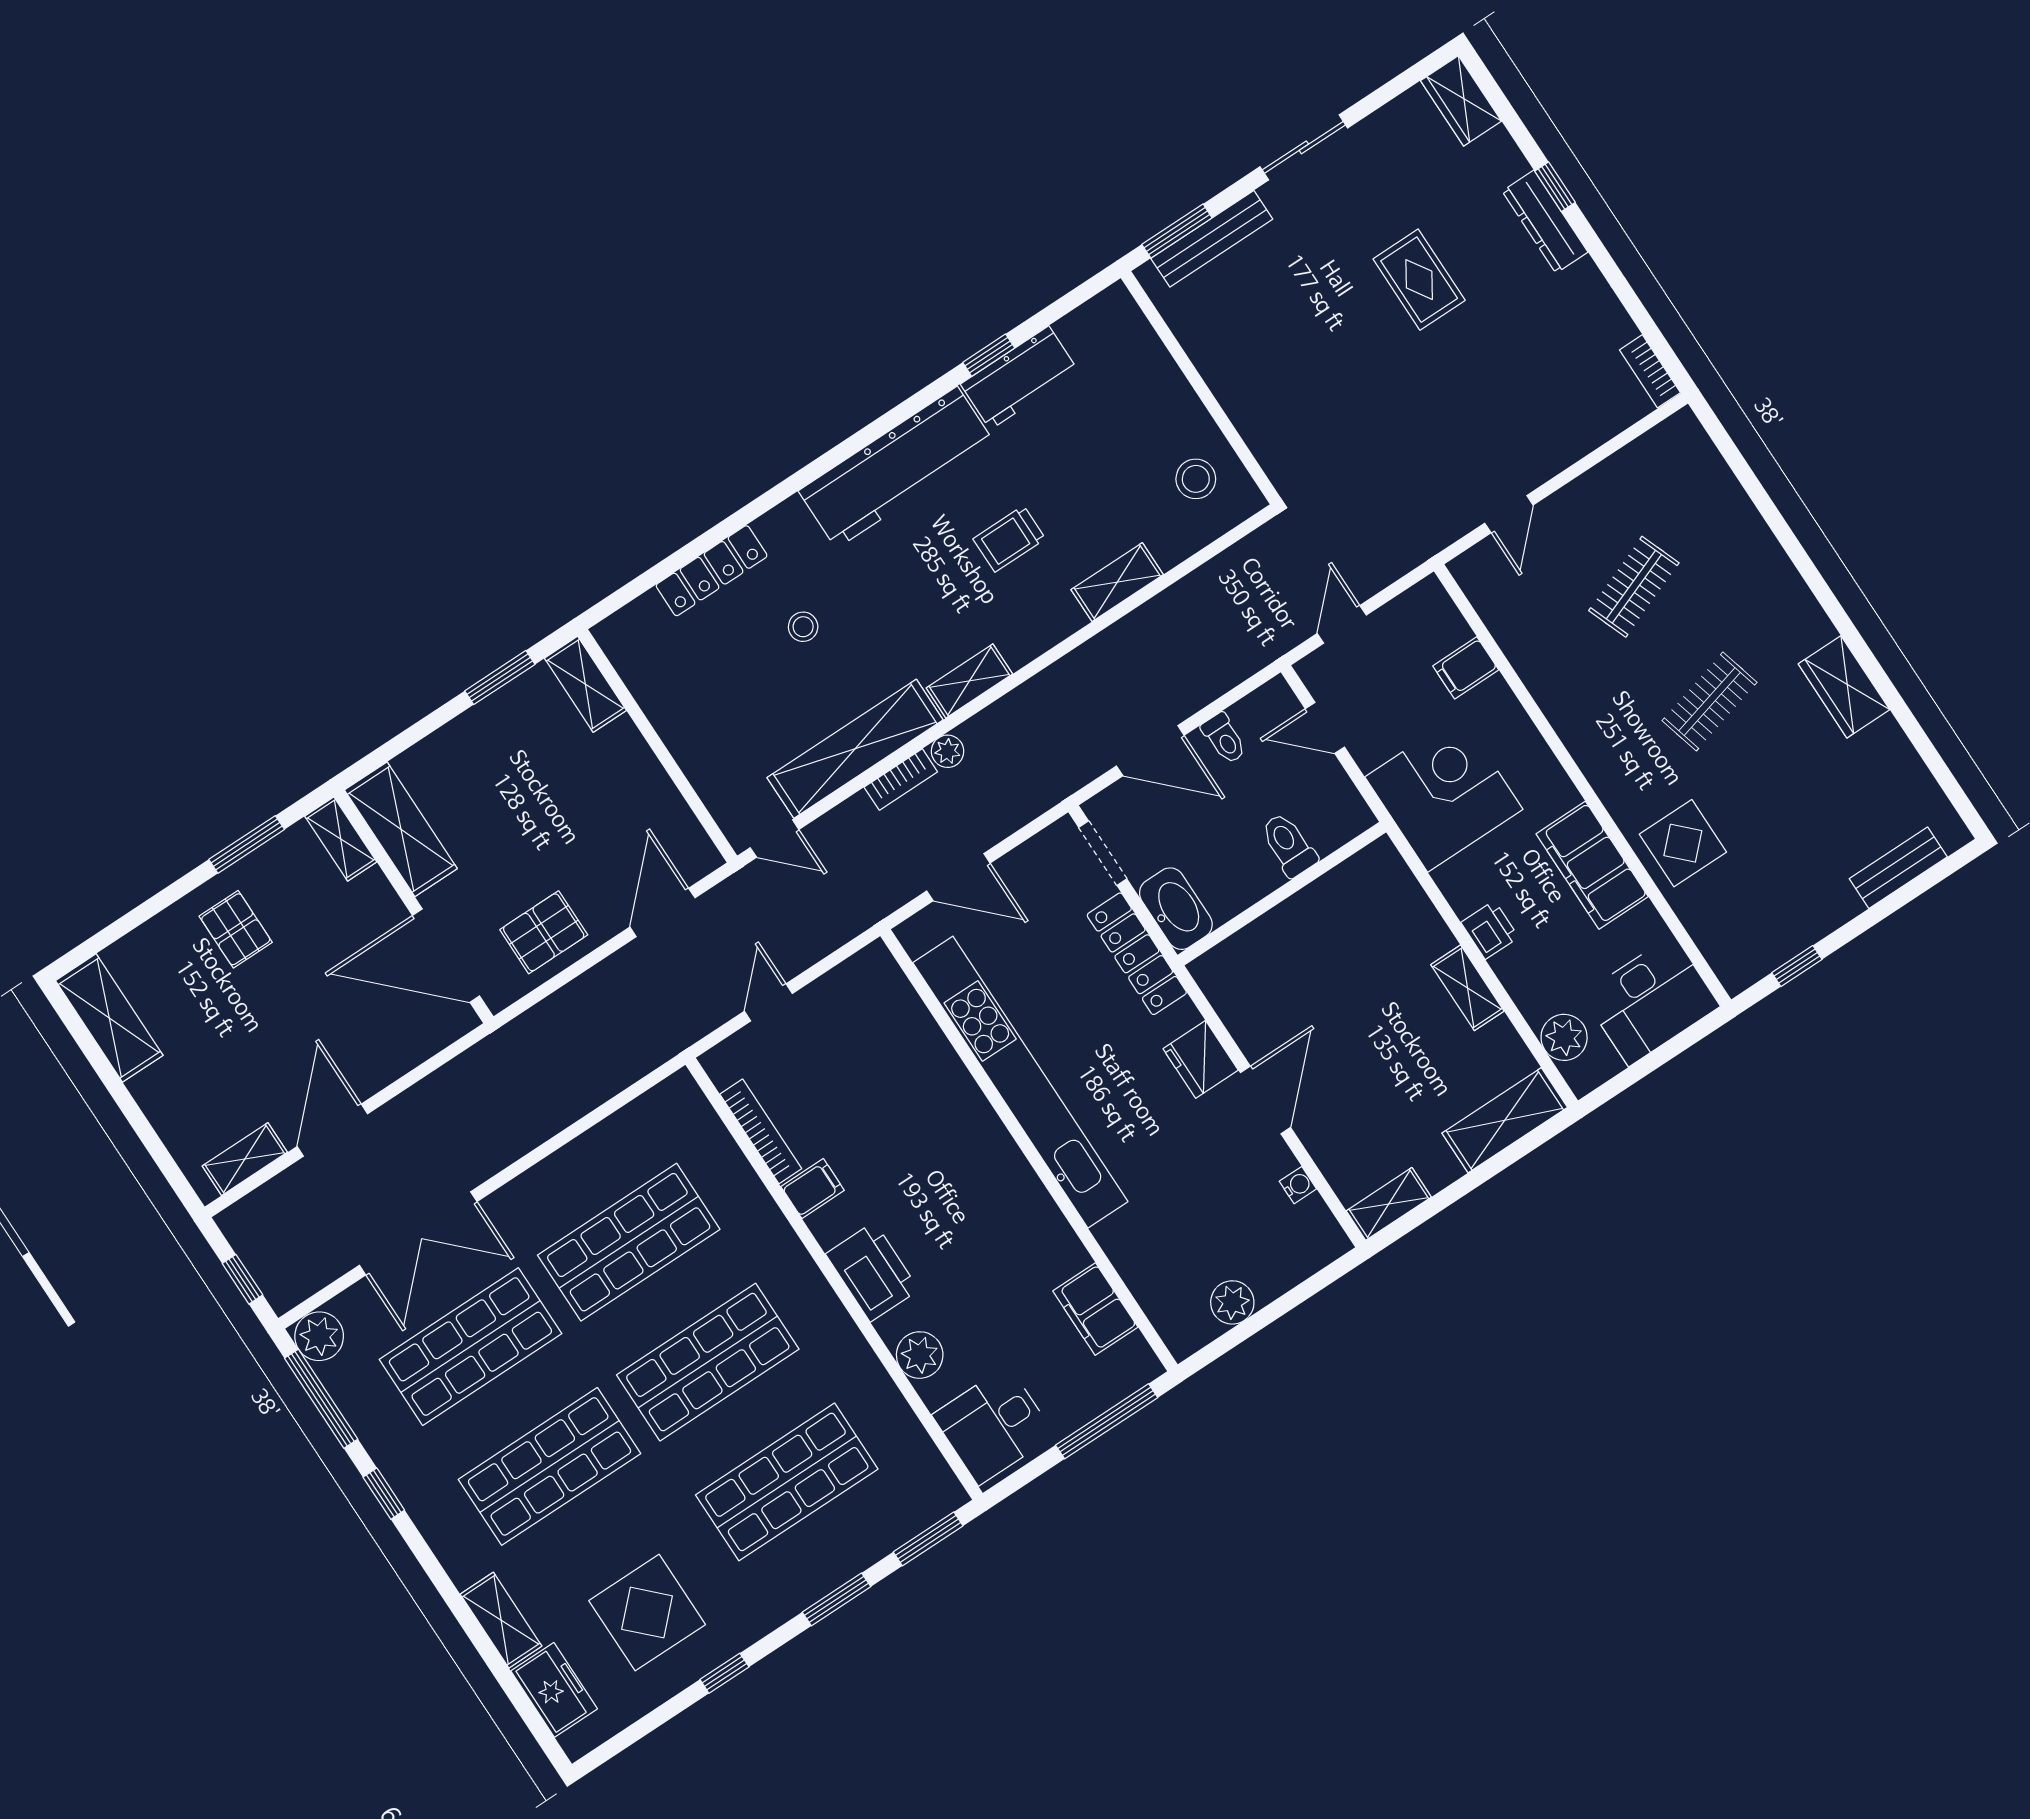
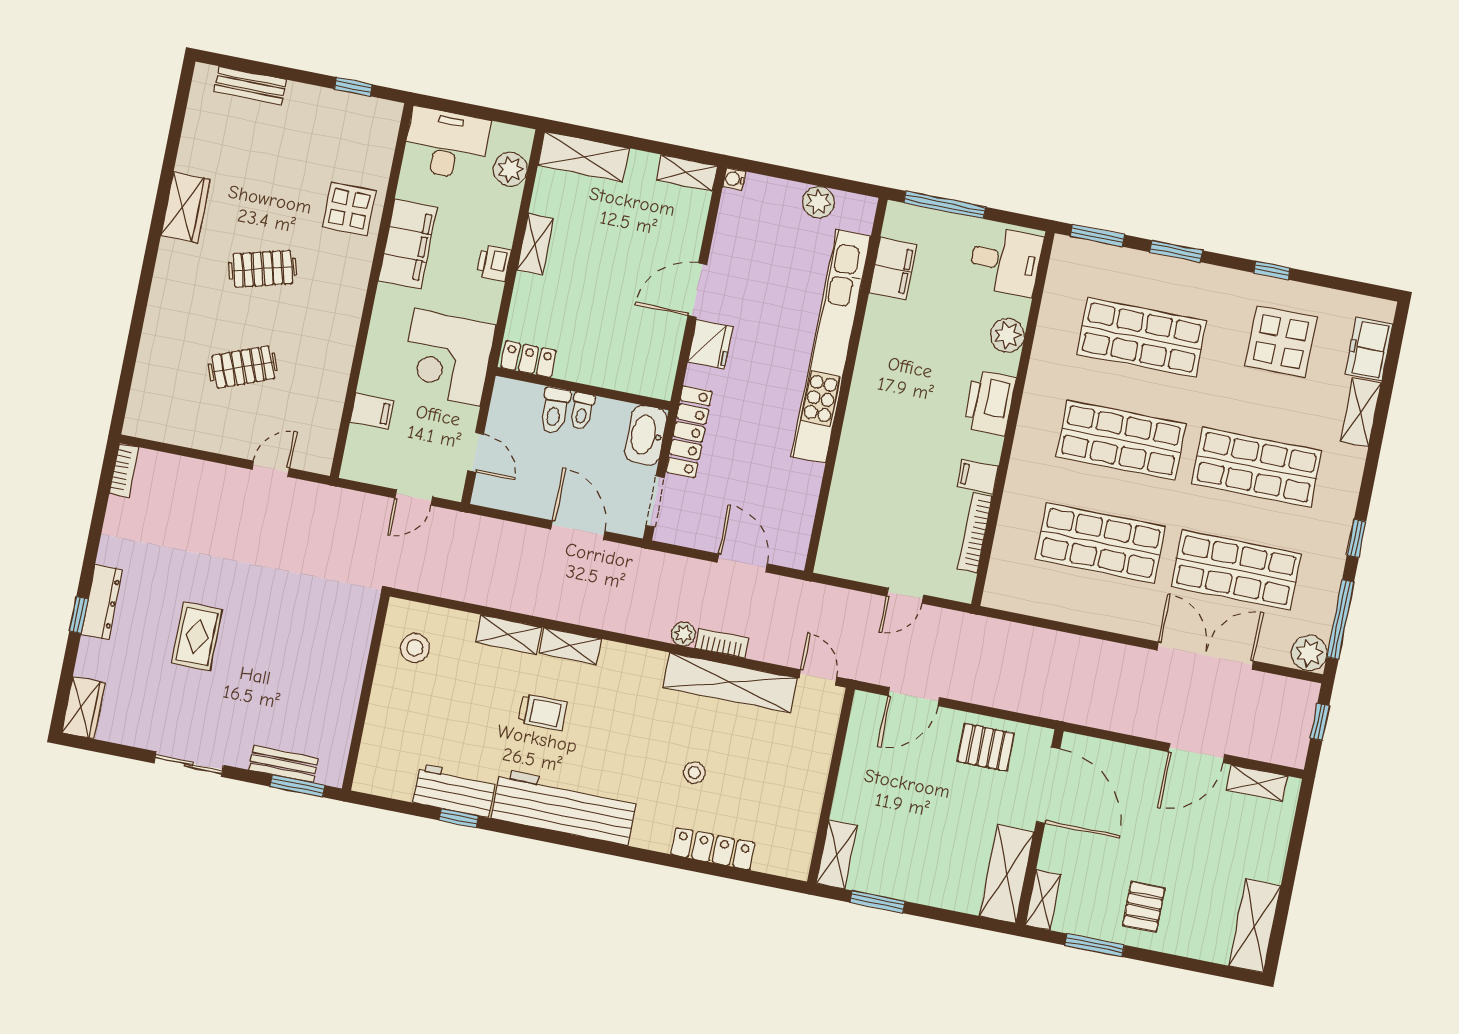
bench: (1212, 239) -> (283, 764), width x0.73
shelving: (969, 681) -> (570, 646), moved
toilet: (1224, 738) -> (582, 411), moved, turned 180
locker: (1364, 870) -> (529, 359), added
kitchen unit: (1020, 1082) -> (831, 346), moved
water cooler: (1298, 1185) -> (734, 179), moved

